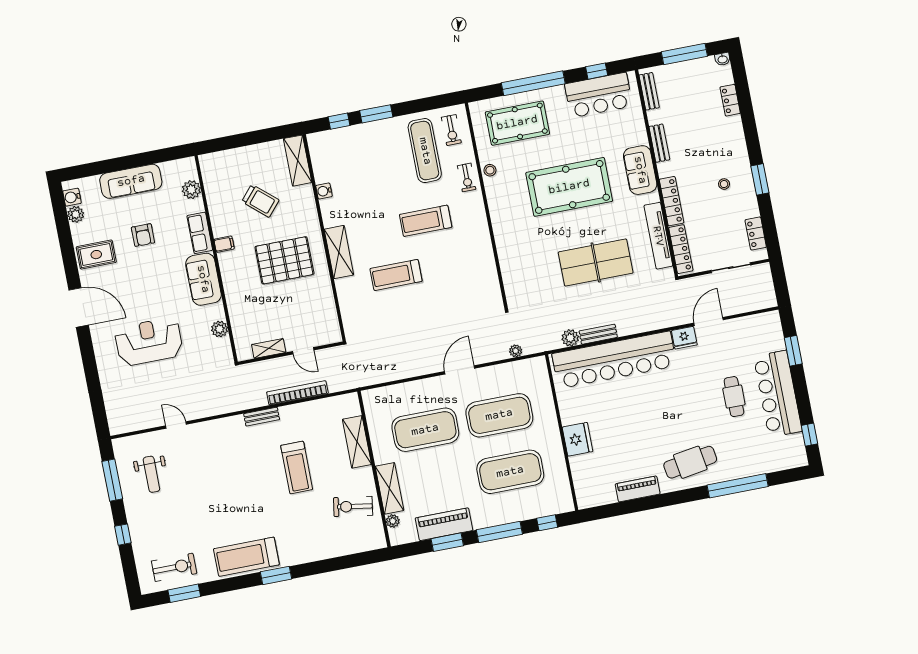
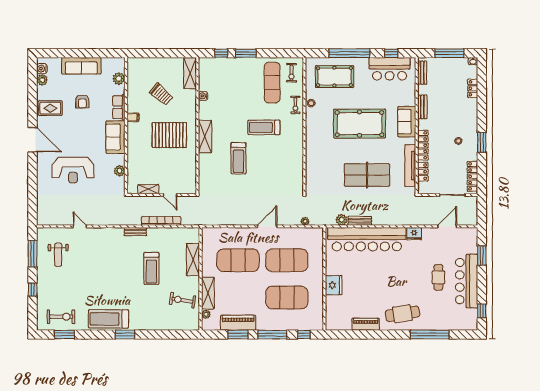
locker: (756, 234) -> (472, 176), width x1.53
locker: (681, 249) -> (423, 172), width x0.66
treadmill: (396, 275) -> (238, 158), turned -90
door: (709, 321) -> (447, 226), moved
reception desk: (149, 342) -> (73, 170), turned 180

